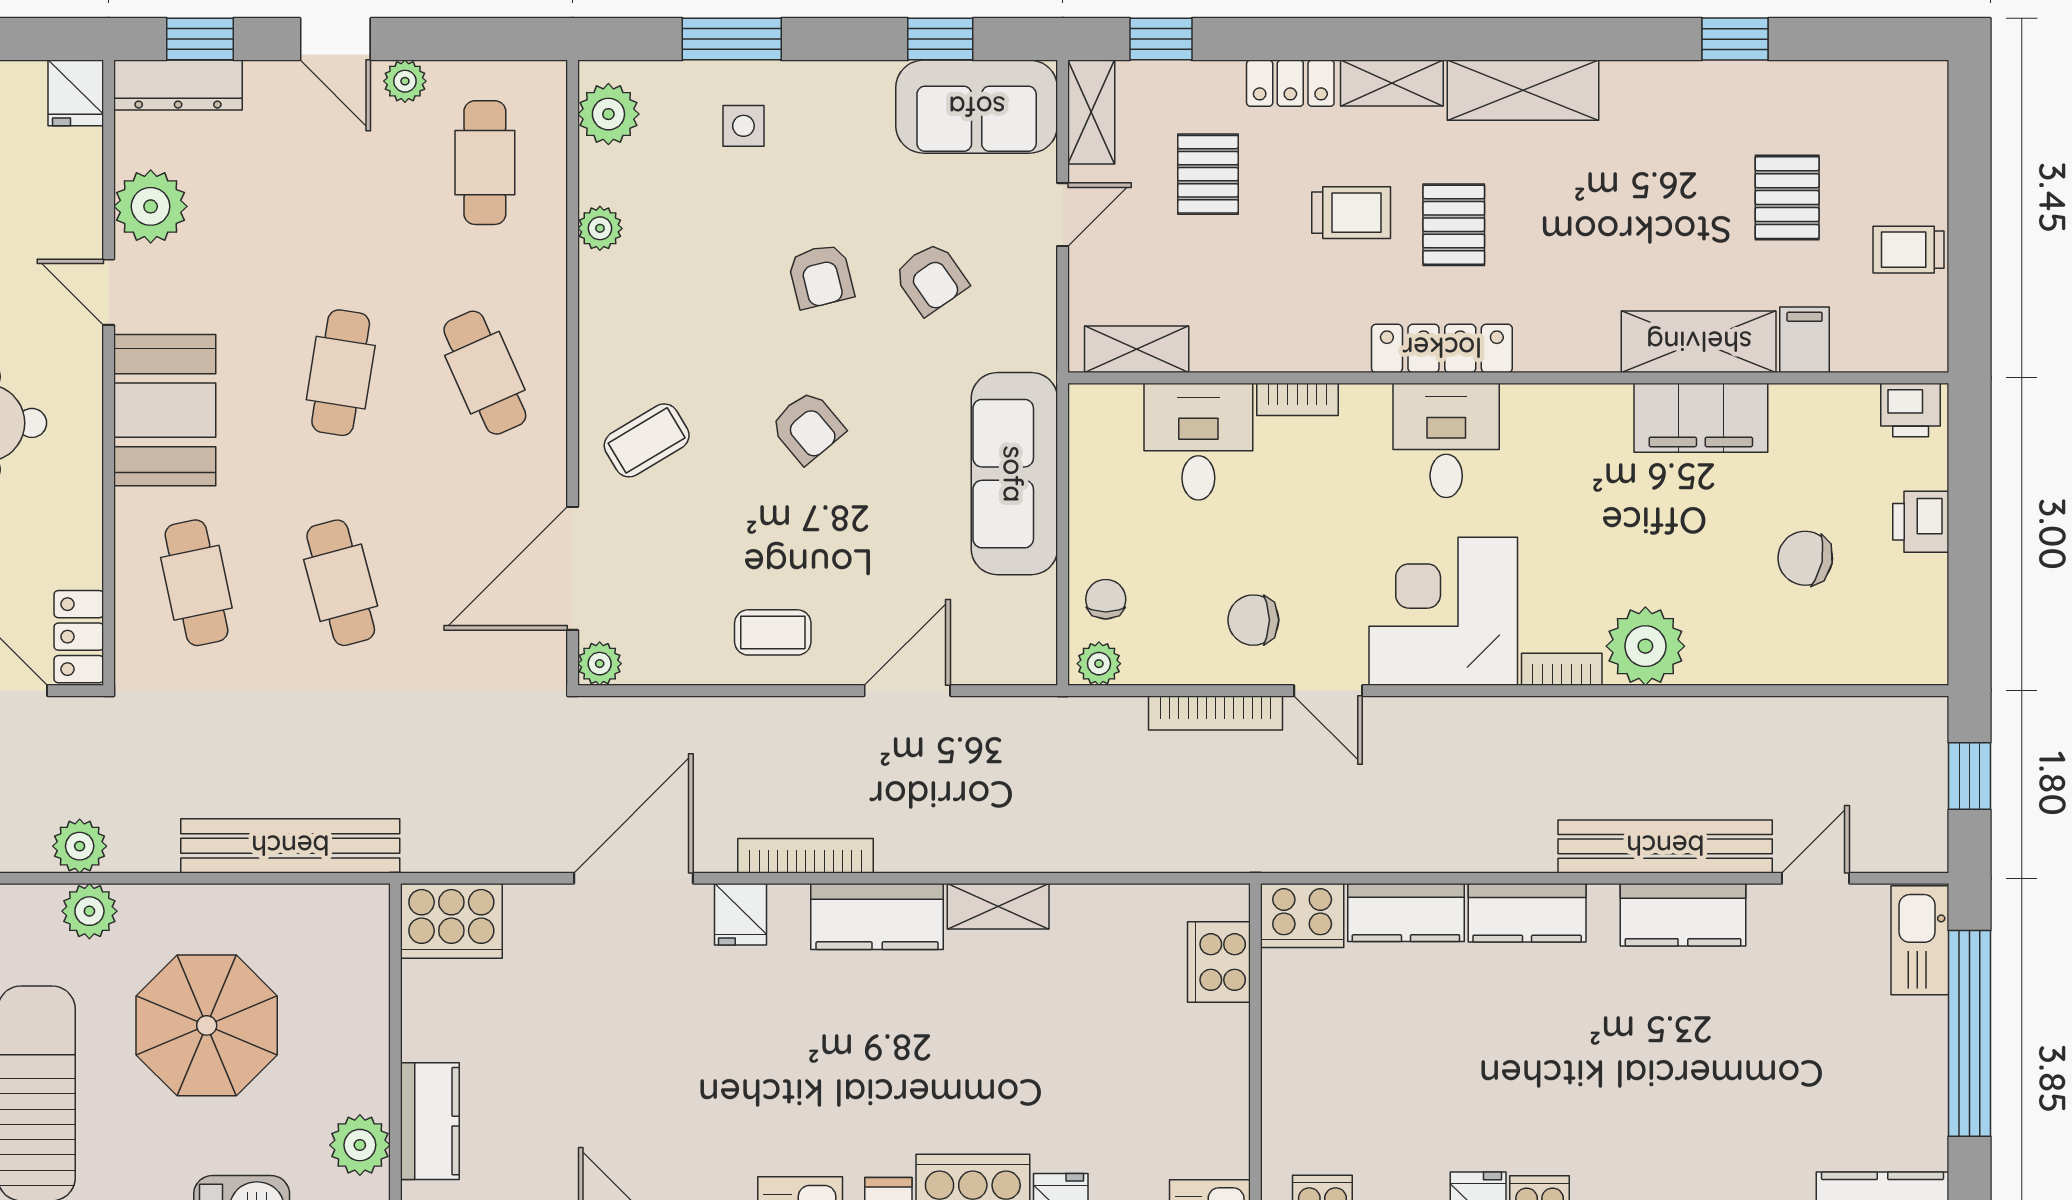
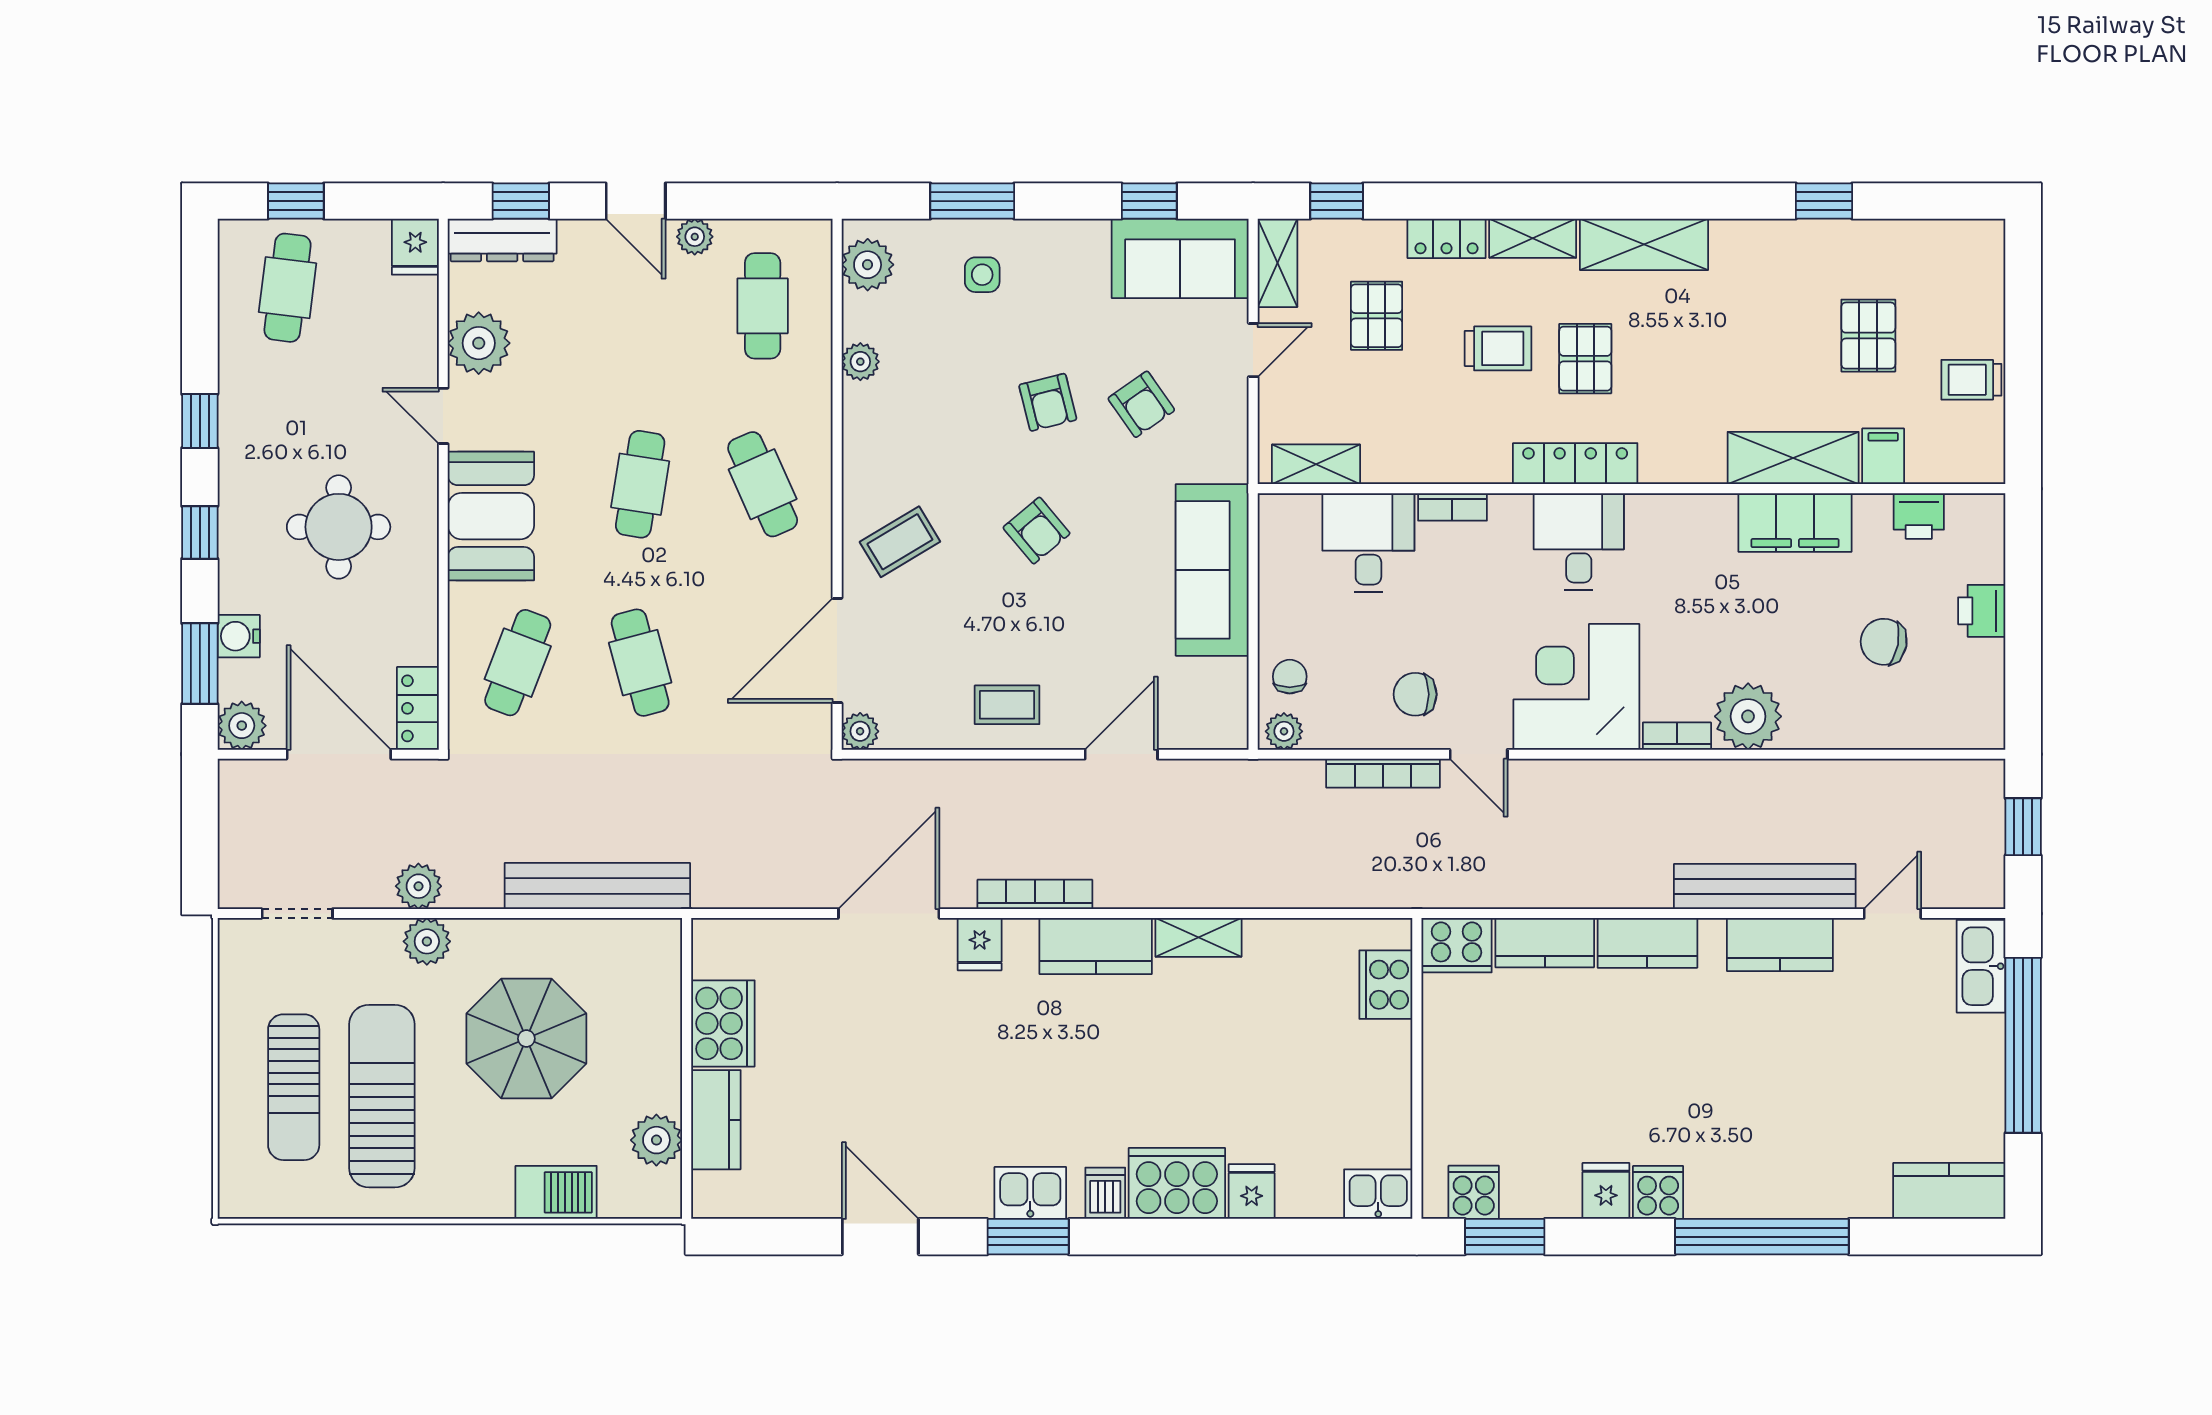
printer: (1911, 410) -> (1919, 516), moved
cafe table: (196, 583) -> (518, 663), turned 33
cooker: (451, 921) -> (723, 1023), moved, turned -90

